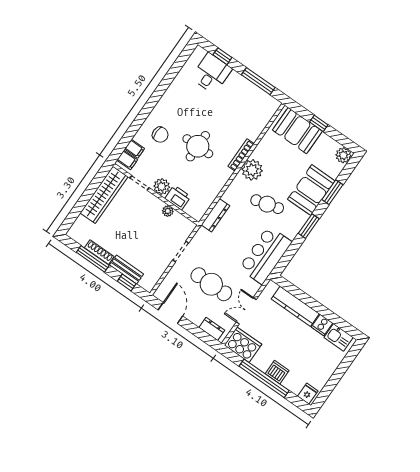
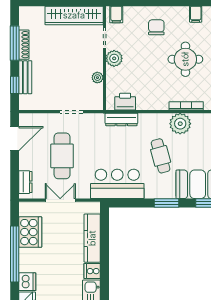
chair: (160, 135) -> (156, 27), turned 180
round table: (198, 146) -> (185, 59), moved
filing cabinet: (135, 149) -> (196, 14), moved
printer: (178, 197) -> (125, 102), moved, turned -90
cooker: (243, 345) -> (30, 232), moved
dishwasher: (277, 372) -> (27, 282), moved

